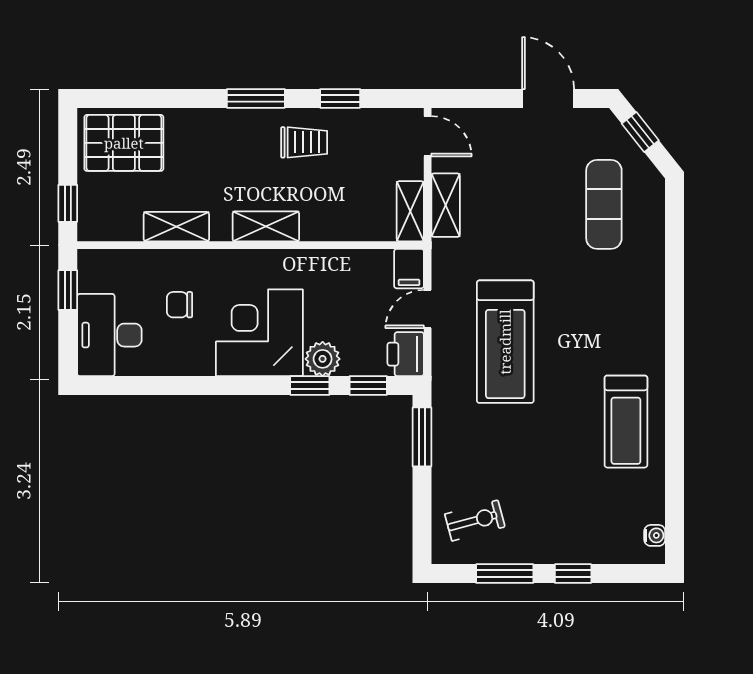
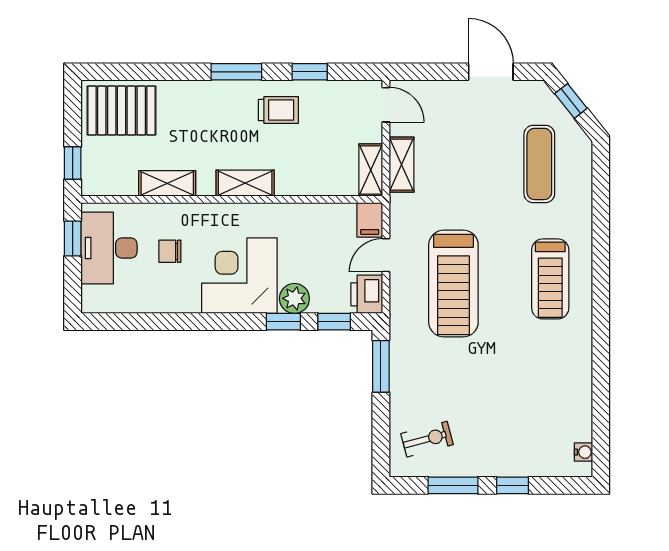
desk: (109, 335) -> (109, 248), moved
treadmill: (626, 422) -> (550, 279), moved

